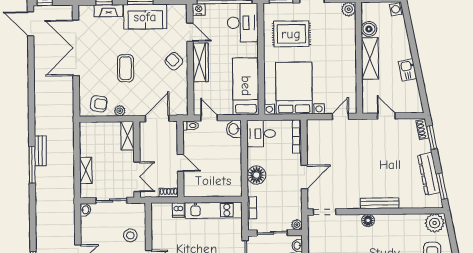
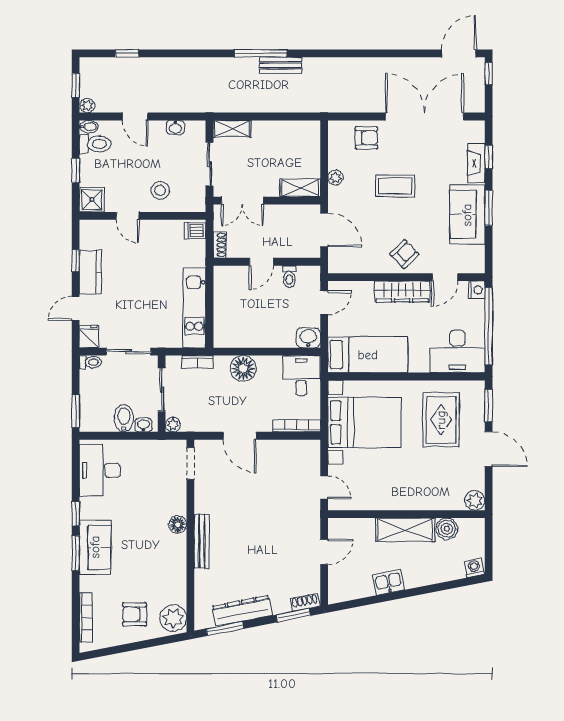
armchair: (99, 104) -> (366, 138), moved, turned -99
toilet: (191, 126) -> (289, 277), moved
shelving: (86, 170) -> (232, 129), moved
washbasin: (85, 210) -> (175, 127), moved
dishwasher: (178, 210) -> (195, 231), moved

